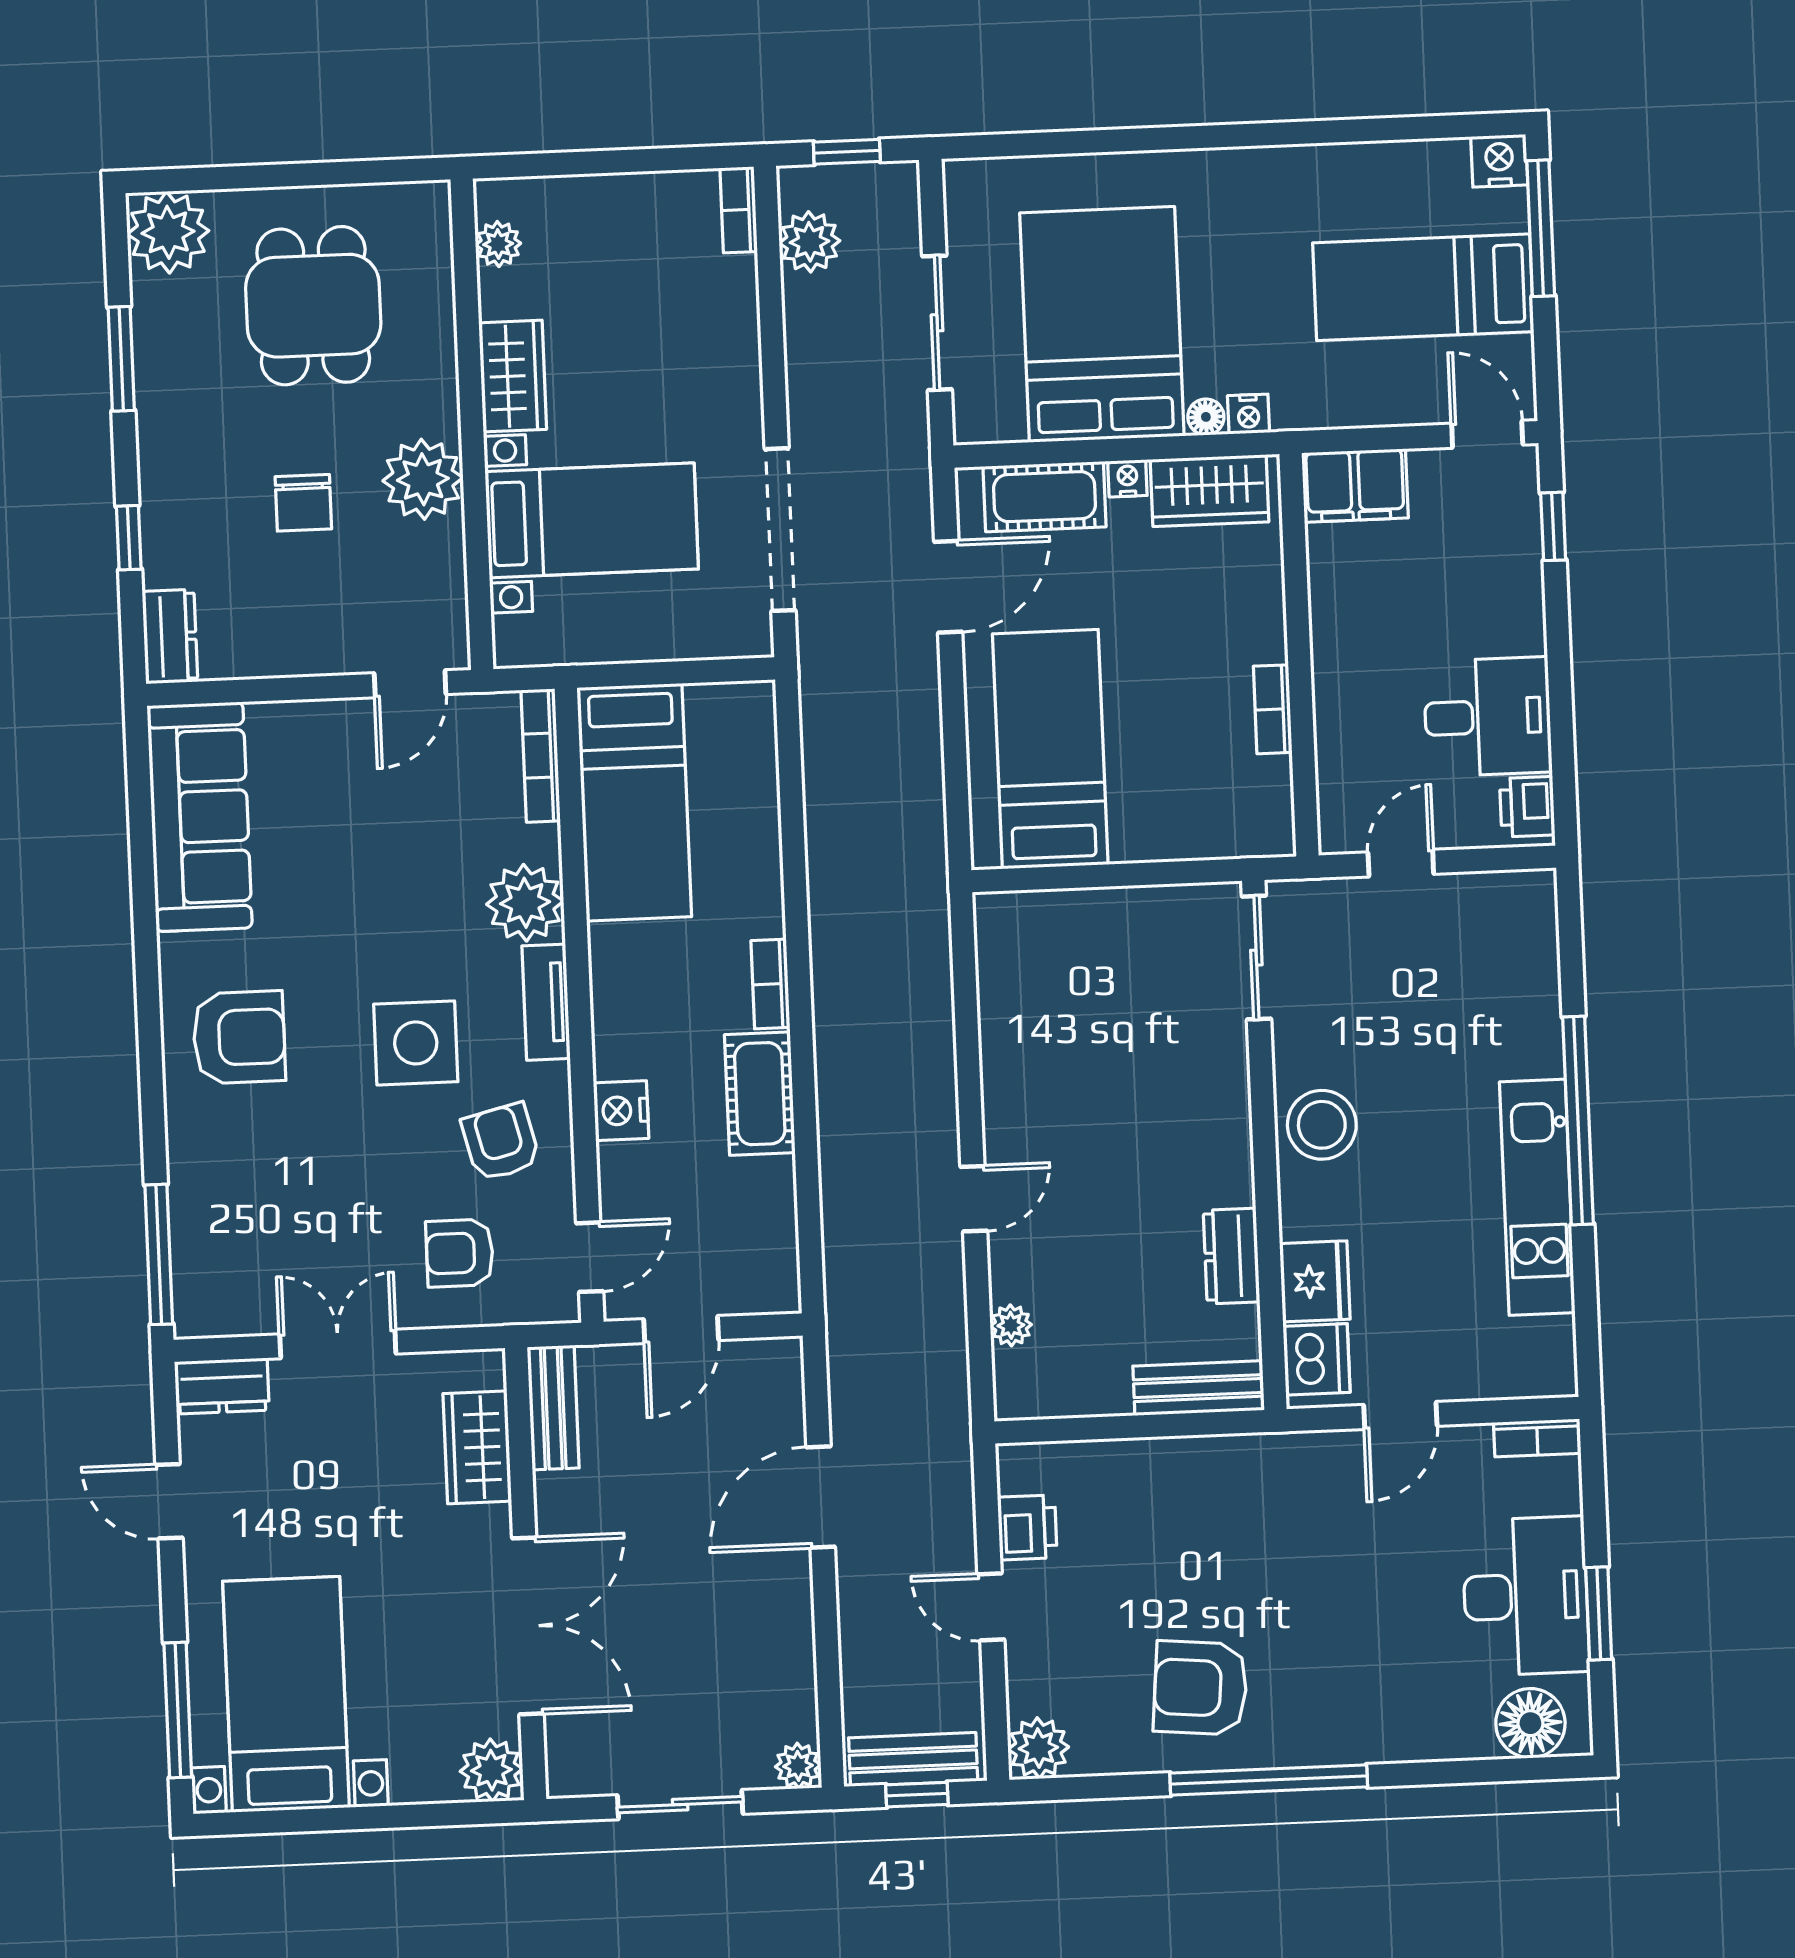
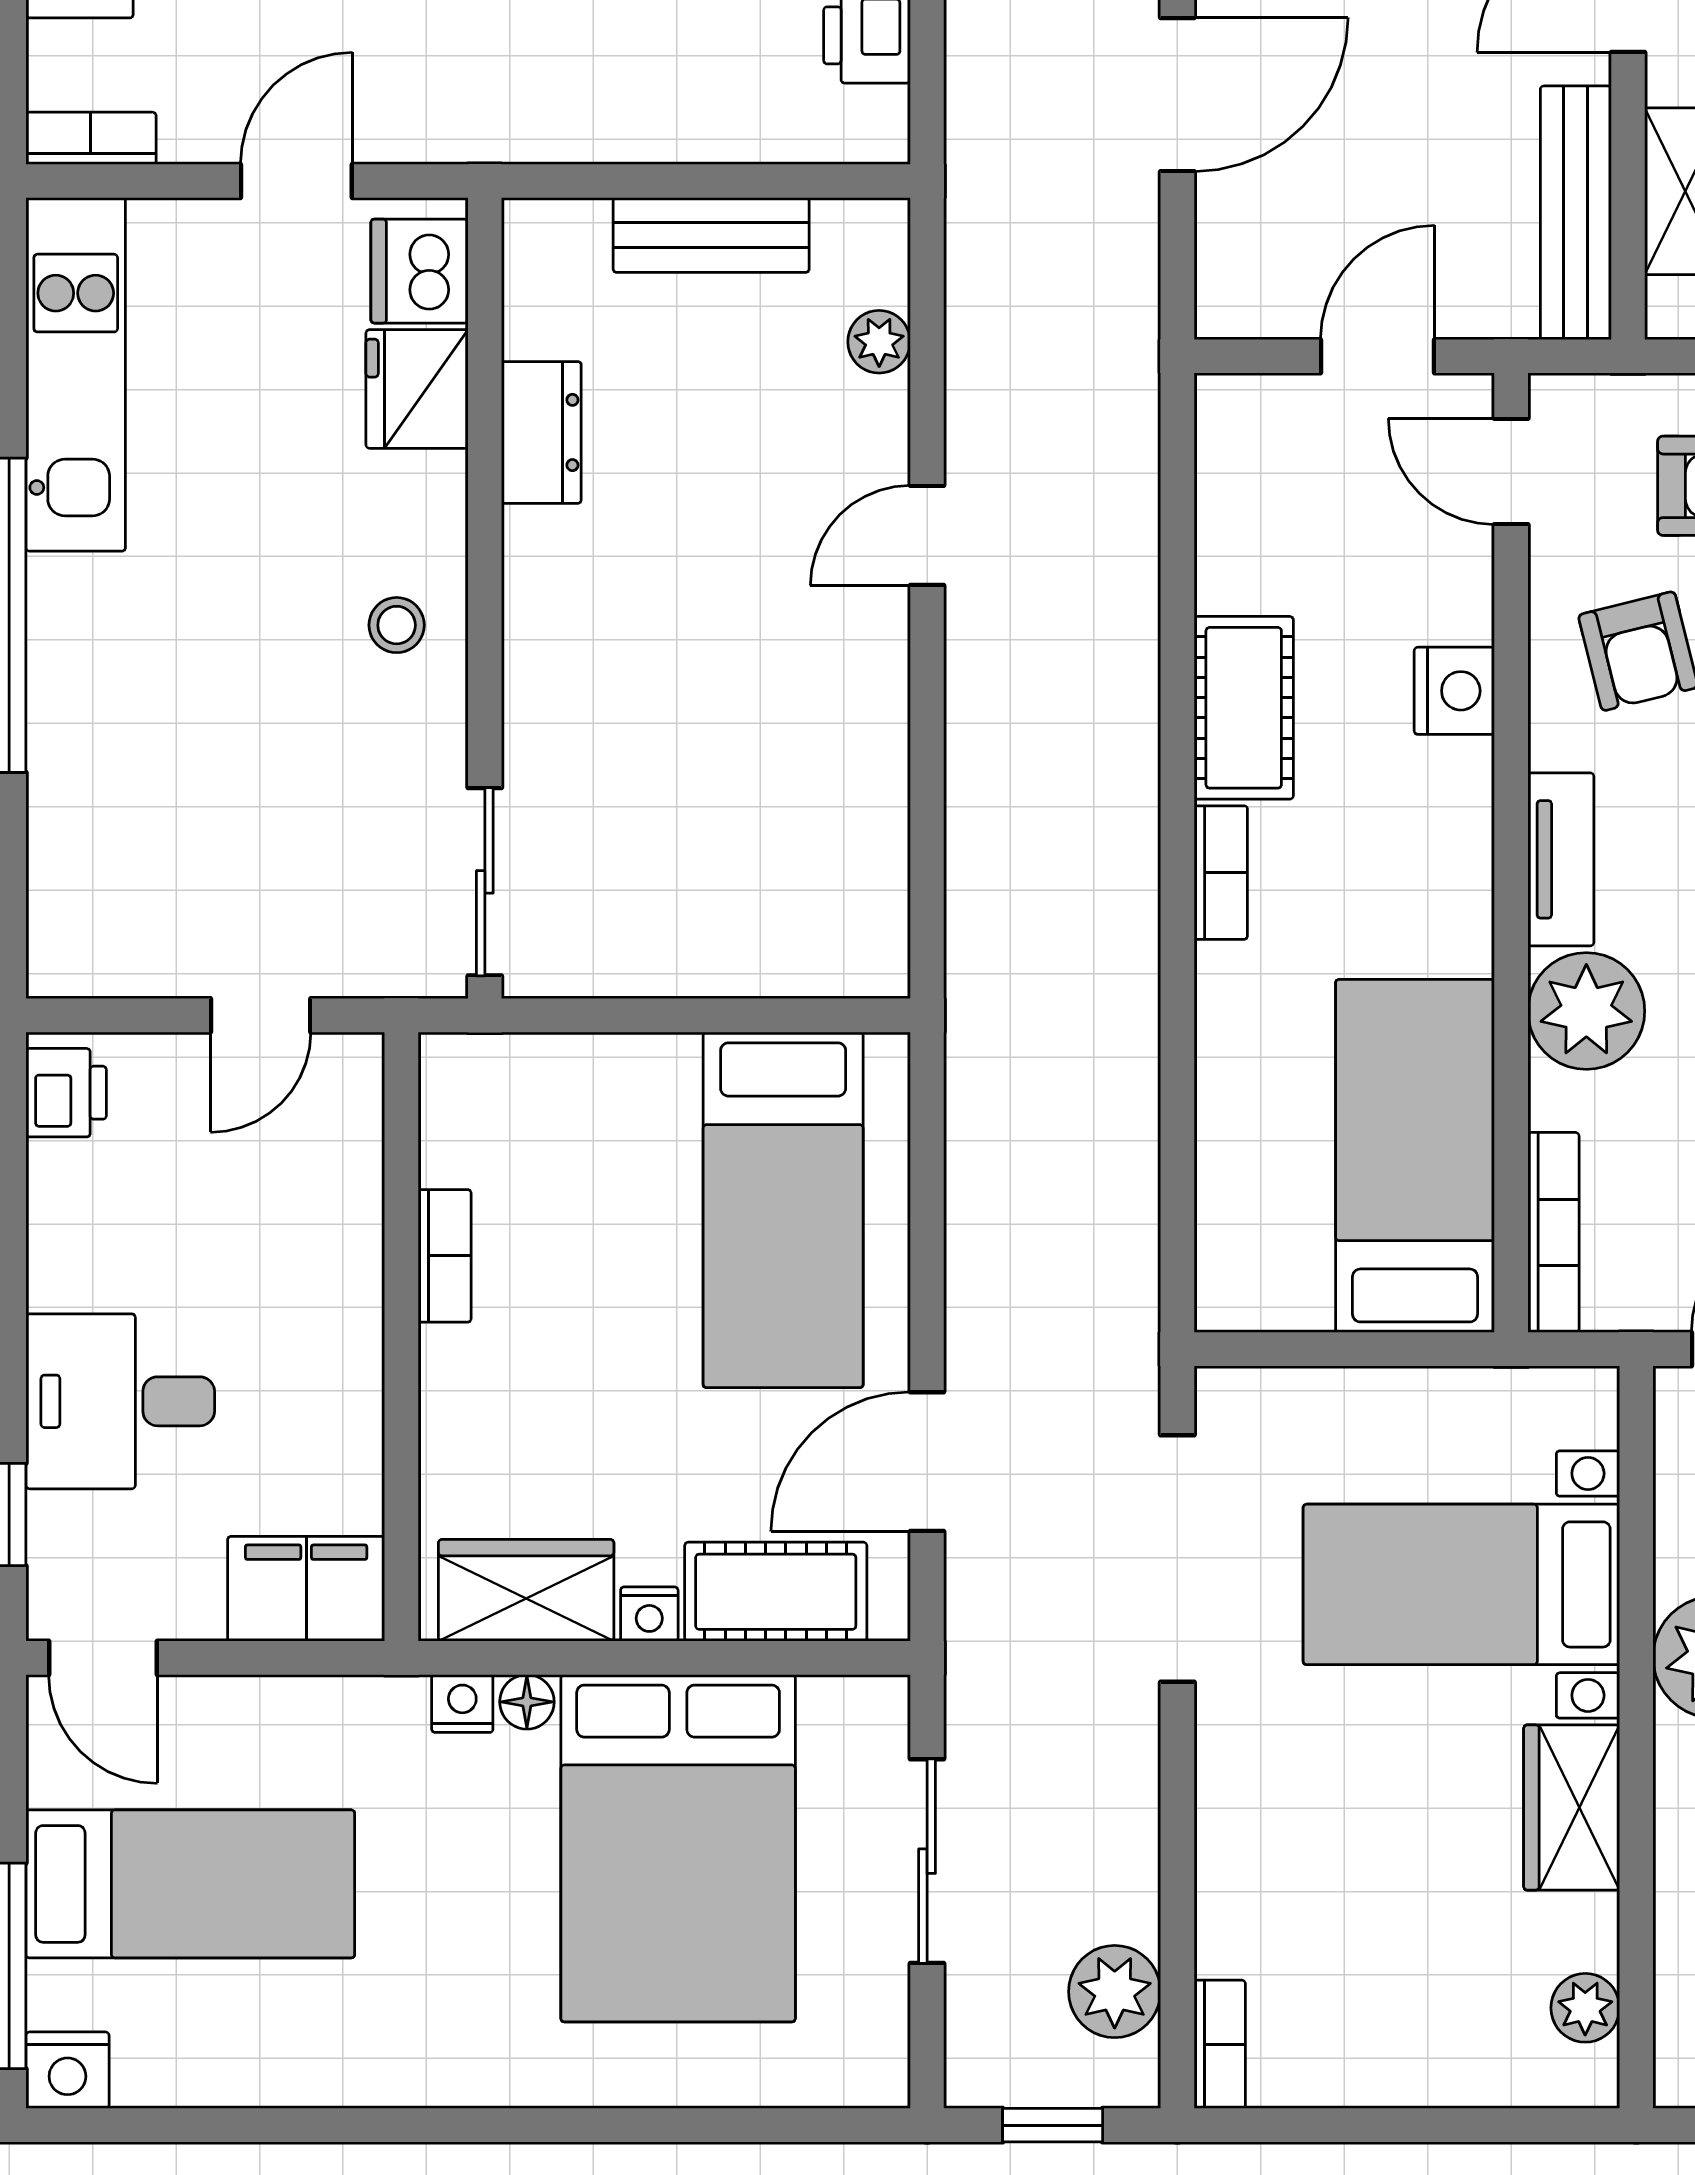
desk: (1488, 717) -> (120, 1401), moved
stool: (1322, 1125) -> (397, 625), width x0.53, depth x0.53
kitchen unit: (1537, 1197) -> (76, 374), moved
door: (590, 1257) -> (1511, 471), hinge flipped
bench: (1199, 1388) -> (711, 235), moved
bench: (553, 1408) -> (1576, 213), width x1.36

